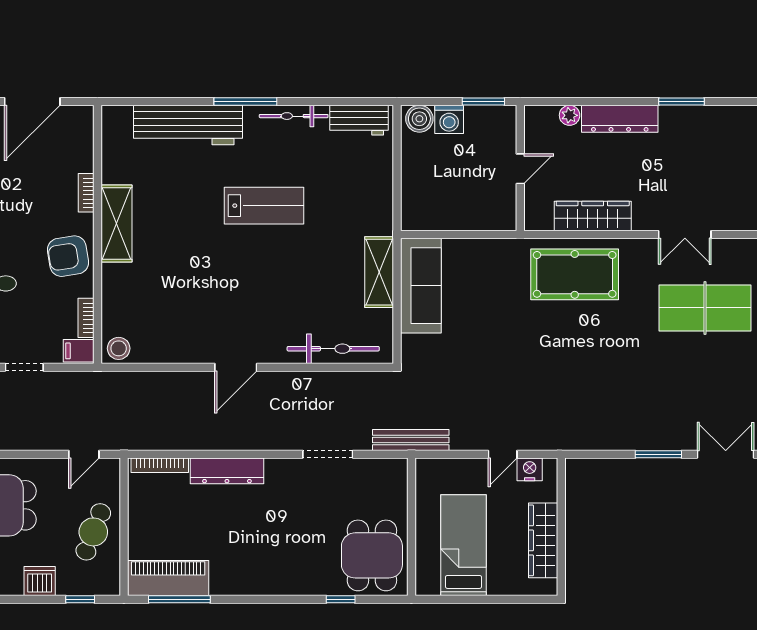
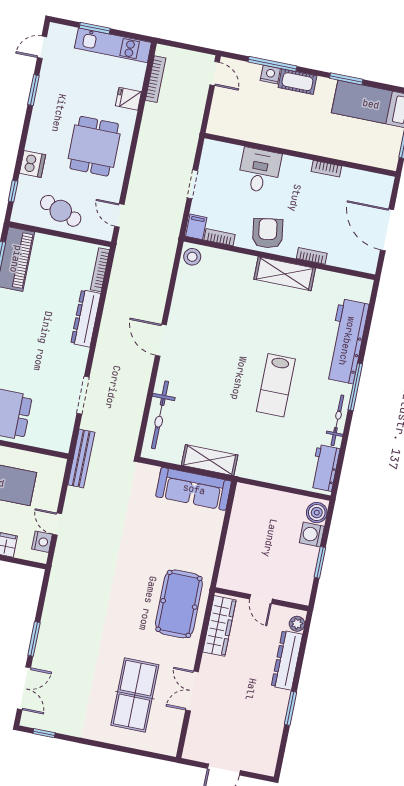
wall: (520, 168) -> (262, 599), moved
door: (520, 169) -> (261, 599), moved

